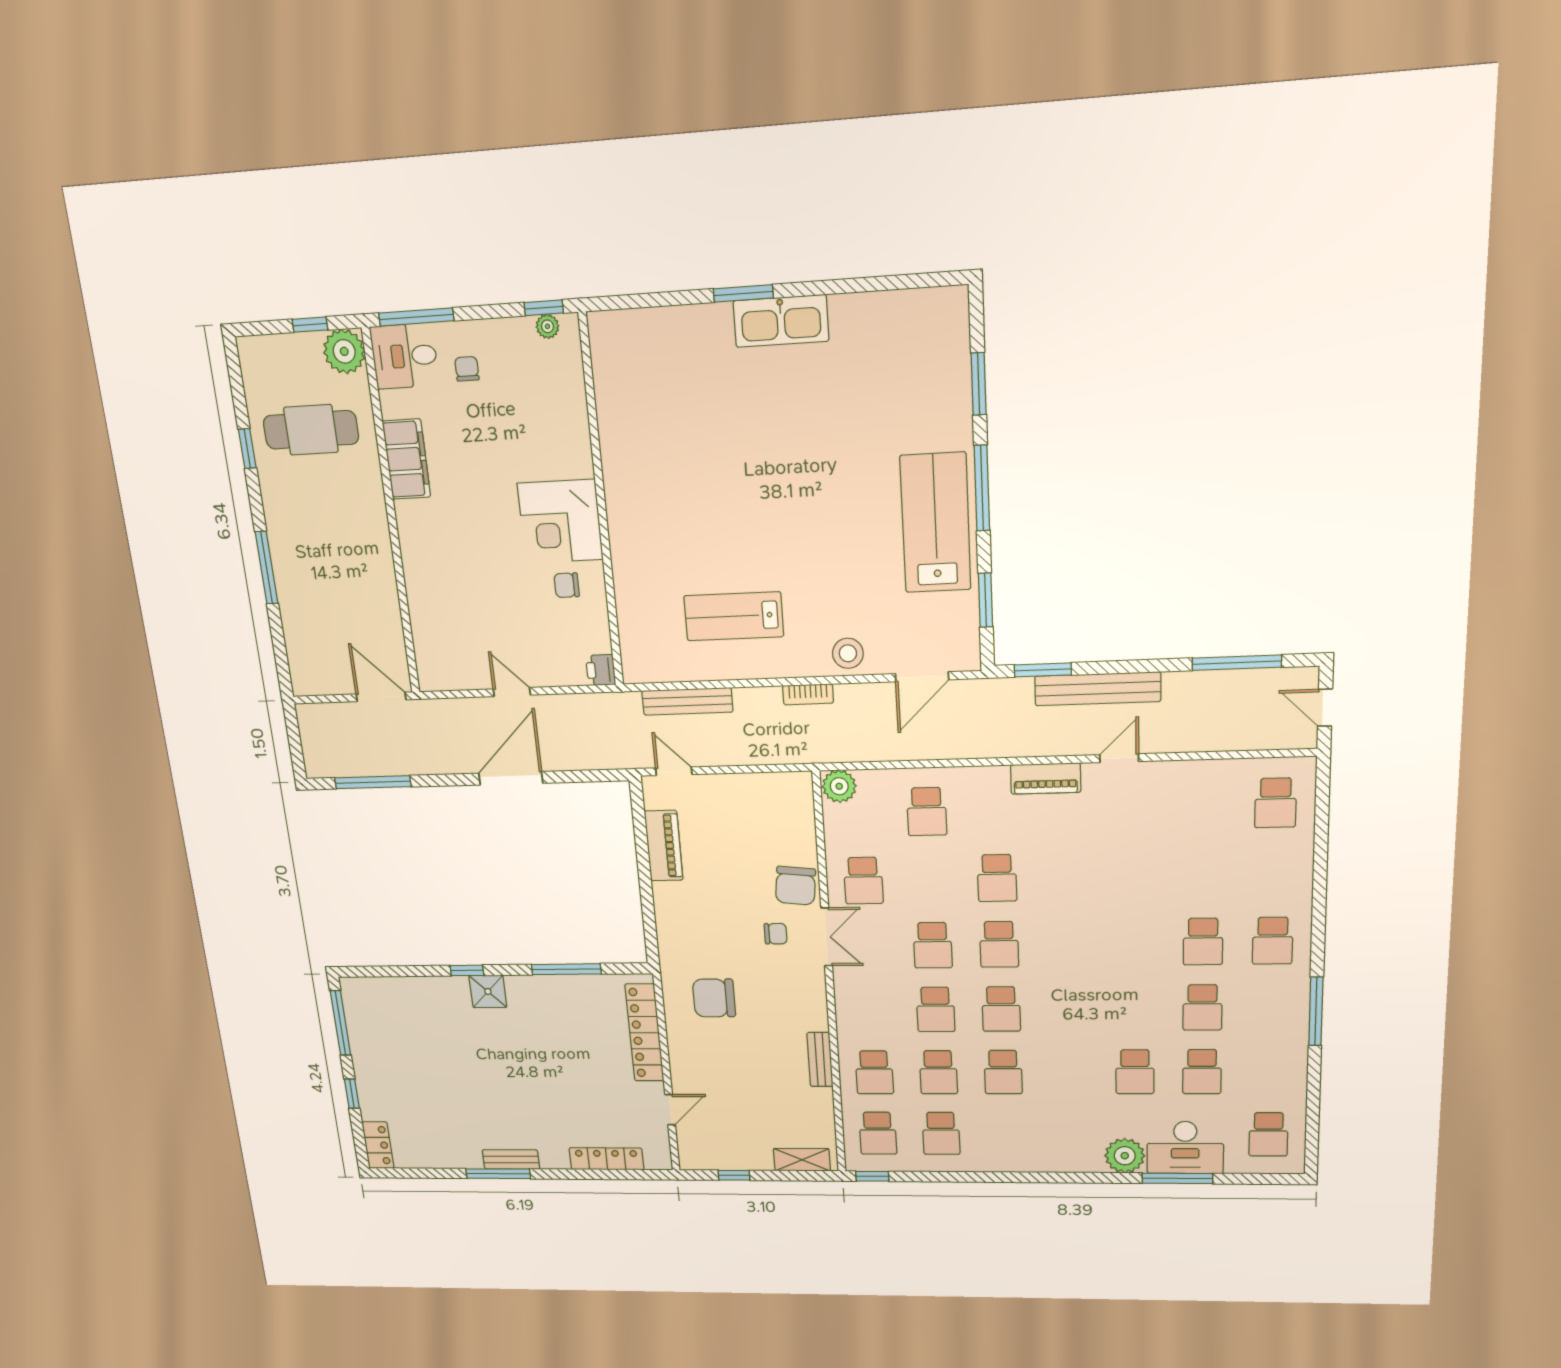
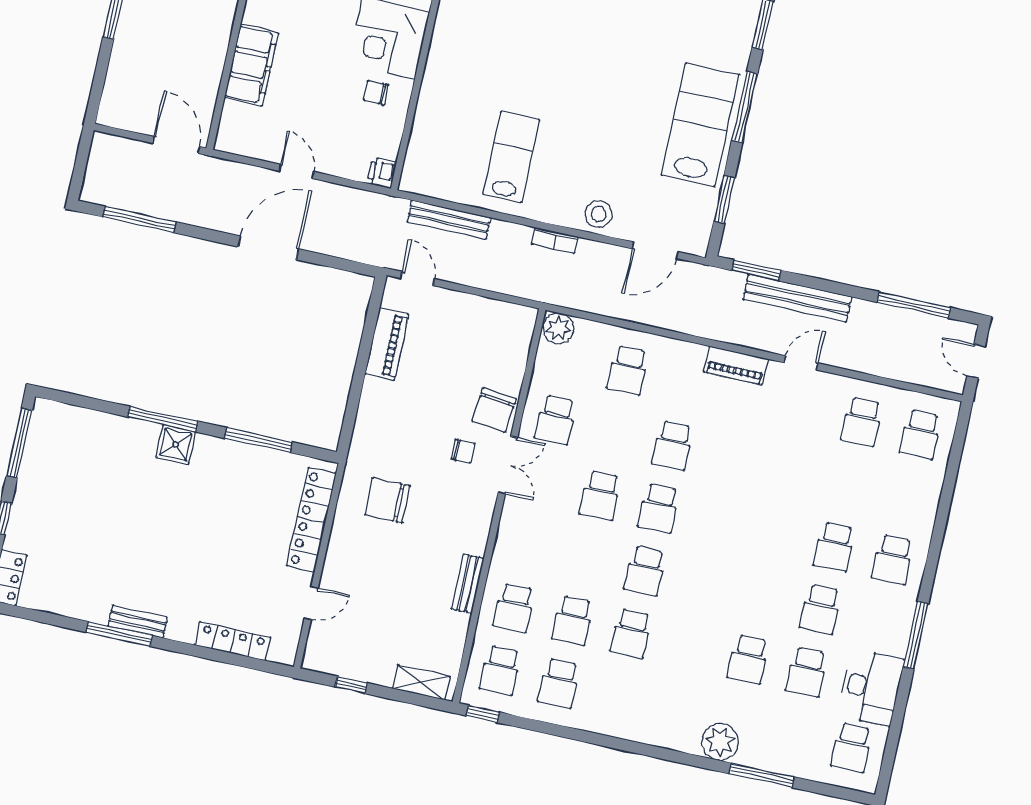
filing cabinet: (427, 592) -> (251, 65), added
lab bench: (734, 616) -> (511, 157), turned 90
window: (467, 970) -> (163, 419), width x2.17
school desk: (936, 1010) -> (862, 422), moved
desk: (1185, 1148) -> (871, 688), moved, turned -90

